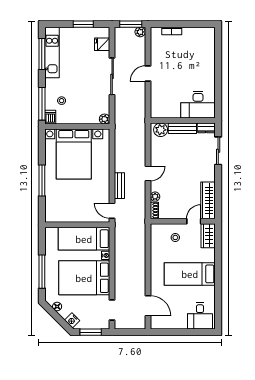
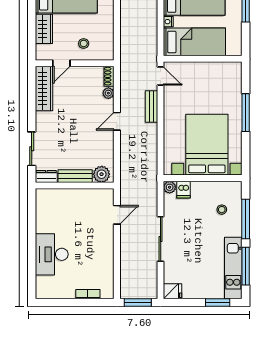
window: (83, 24) -> (218, 303), moved
plant: (140, 32) -> (126, 293), removed
fridge: (102, 44) -> (173, 291), moved
door: (148, 73) -> (117, 215), moved
window: (42, 104) -> (246, 219), moved
desk: (198, 105) -> (52, 254), moved, turned -90
dishwasher: (50, 117) -> (184, 190), moved
wardrobe: (208, 236) -> (44, 29), moved

